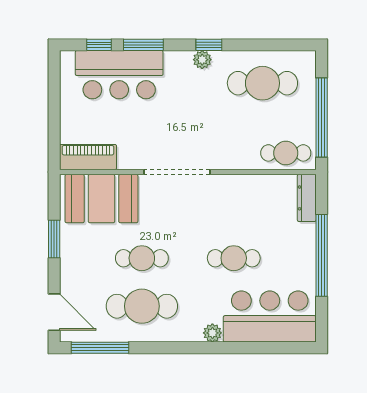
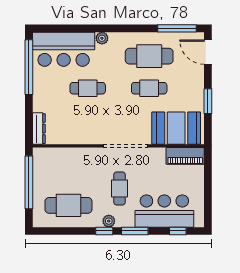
window: (143, 45) -> (135, 231), moved
cafe table: (286, 153) -> (120, 188), moved, turned 90
window: (322, 255) -> (29, 67), moved

